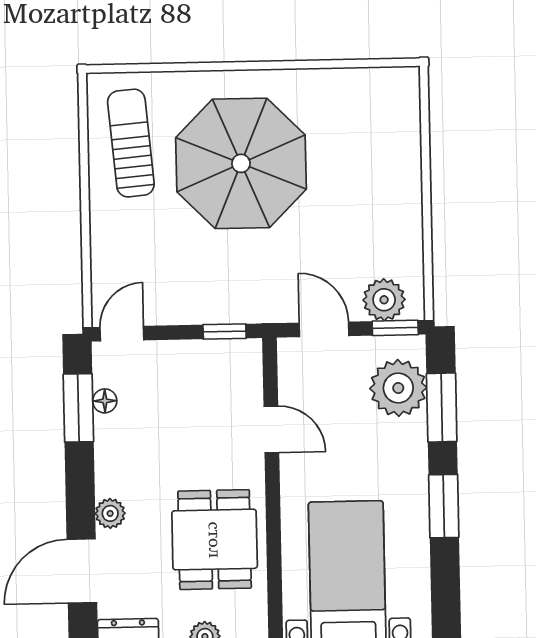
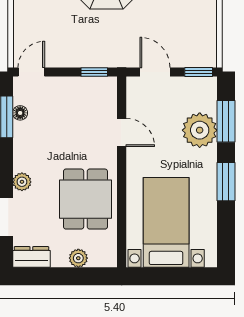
plant: (384, 300) -> (192, 55), removed
plant: (398, 388) -> (200, 130), moved

